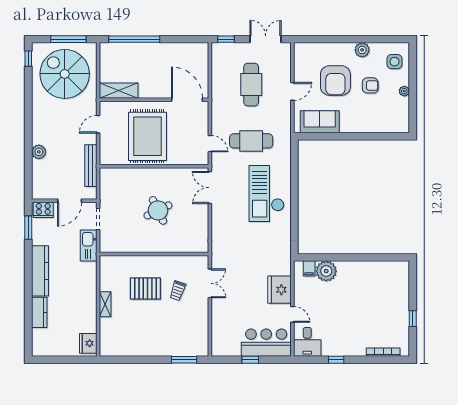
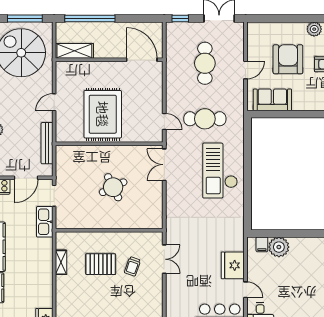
armchair: (335, 81) -> (288, 59), turned 180
shelving: (119, 91) -> (74, 51), moved
wall: (154, 100) -> (109, 60), moved
door: (187, 100) -> (142, 60), moved
shelving: (105, 304) -> (61, 262), moved

